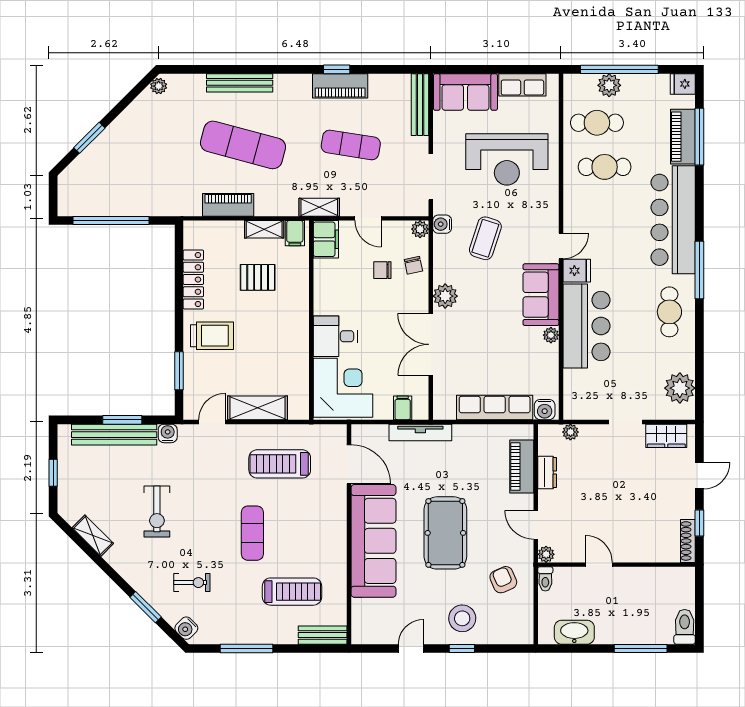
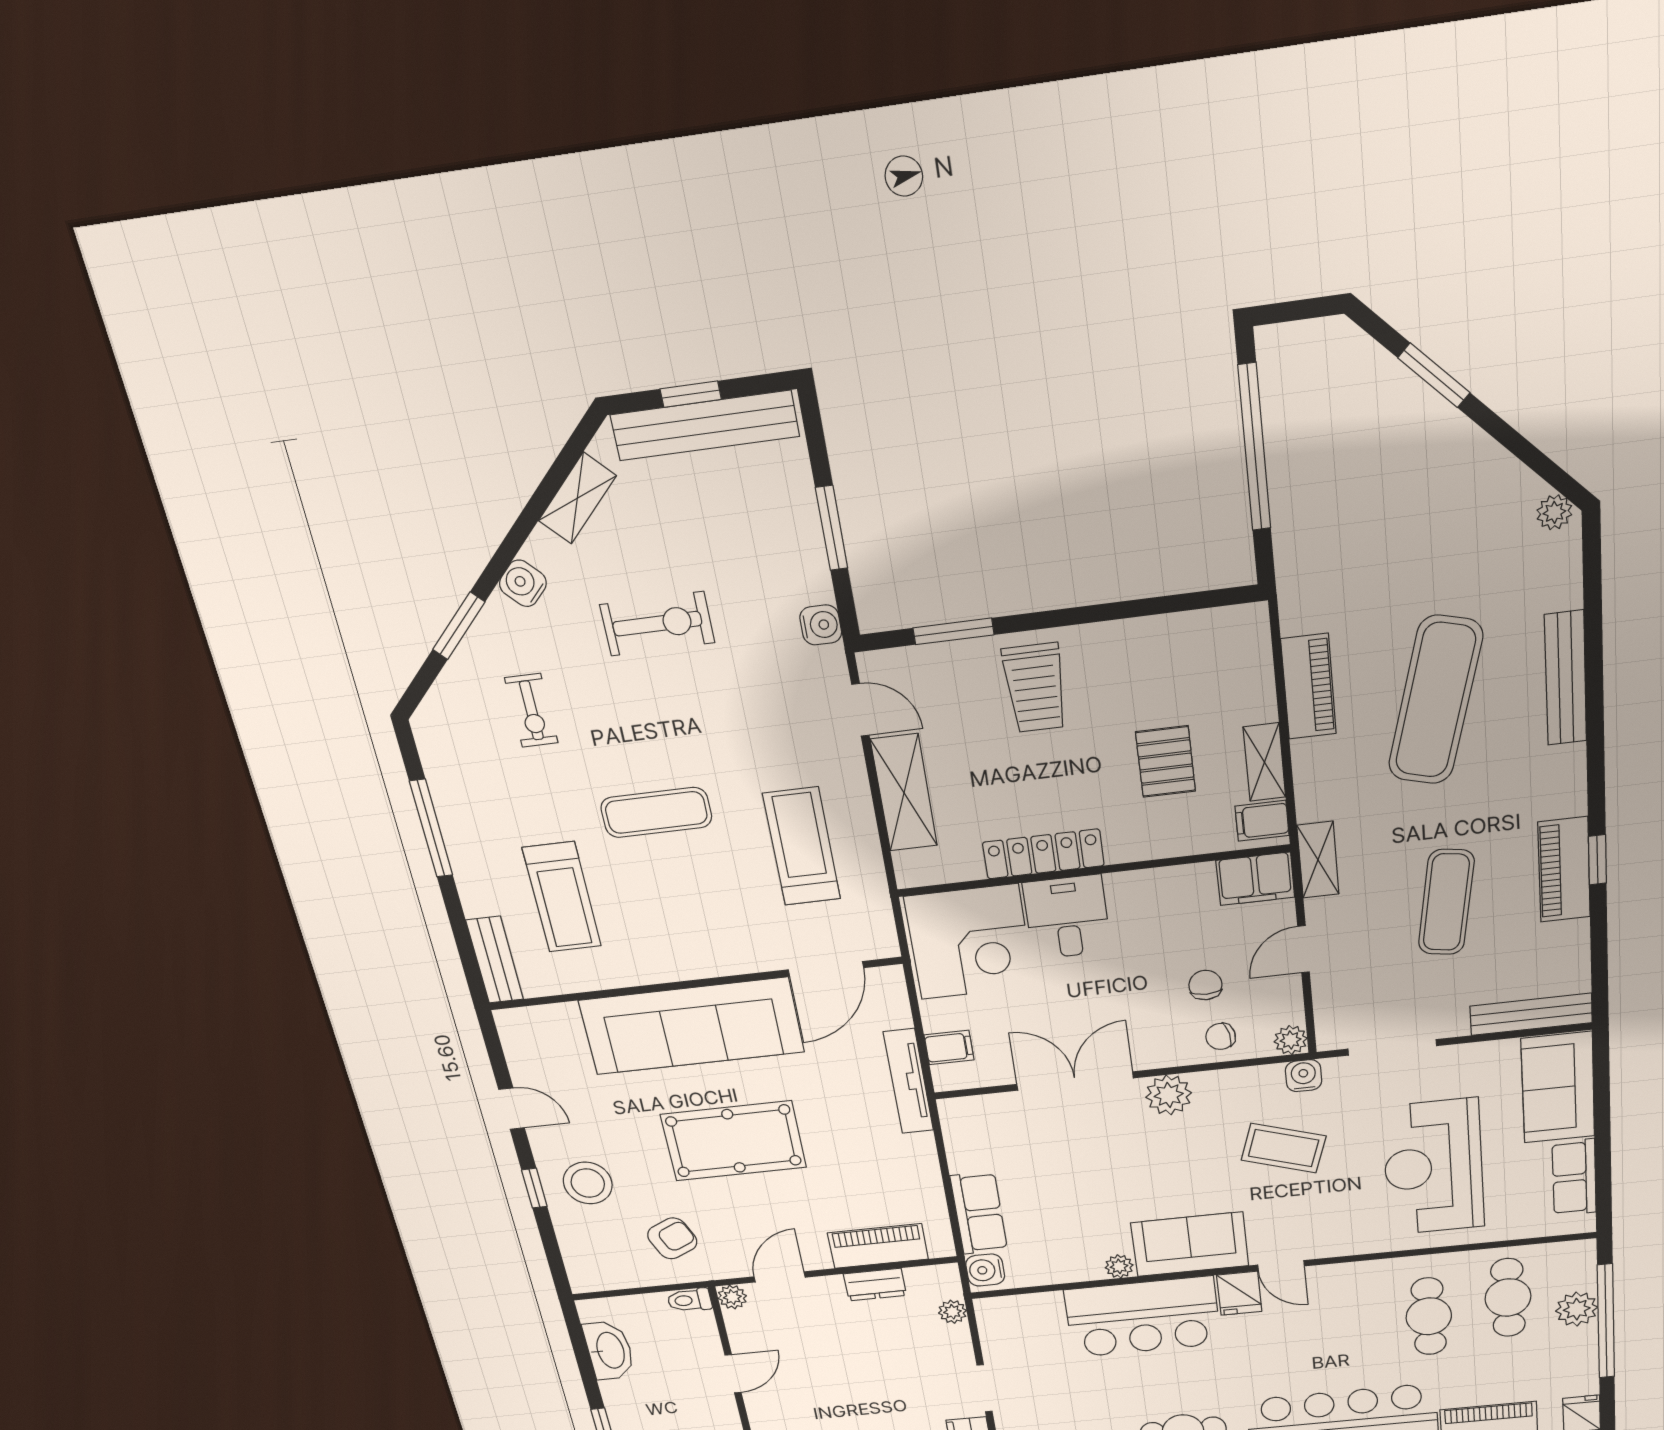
locker: (193, 280) -> (1043, 854), moved, turned 180
row of seats: (495, 408) -> (979, 1213), width x0.68
bench: (114, 435) -> (705, 426), moved, turned 90
exercise bike: (157, 511) -> (657, 624), turned 180
water cooler: (186, 628) -> (523, 583), moved

